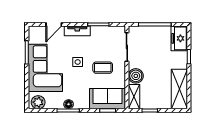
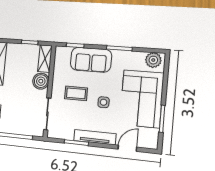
tv unit: (77, 31) -> (95, 137), width x1.41
sofa: (107, 99) -> (91, 60), moved
floor lamp: (69, 104) -> (118, 55), removed

